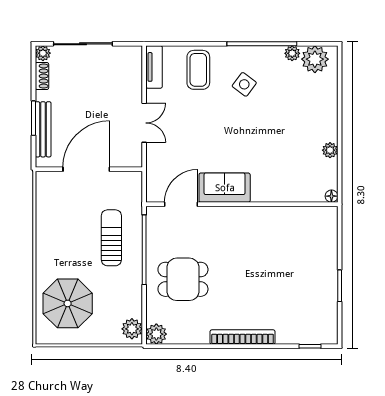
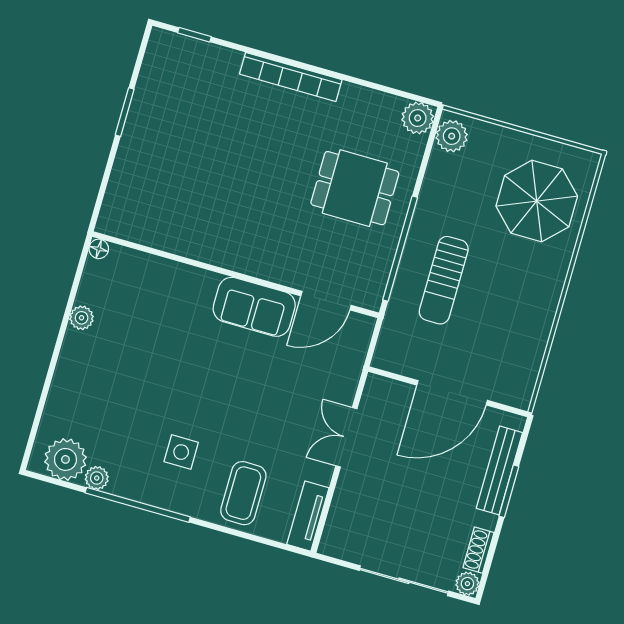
side table: (244, 84) -> (181, 452), turned -37

